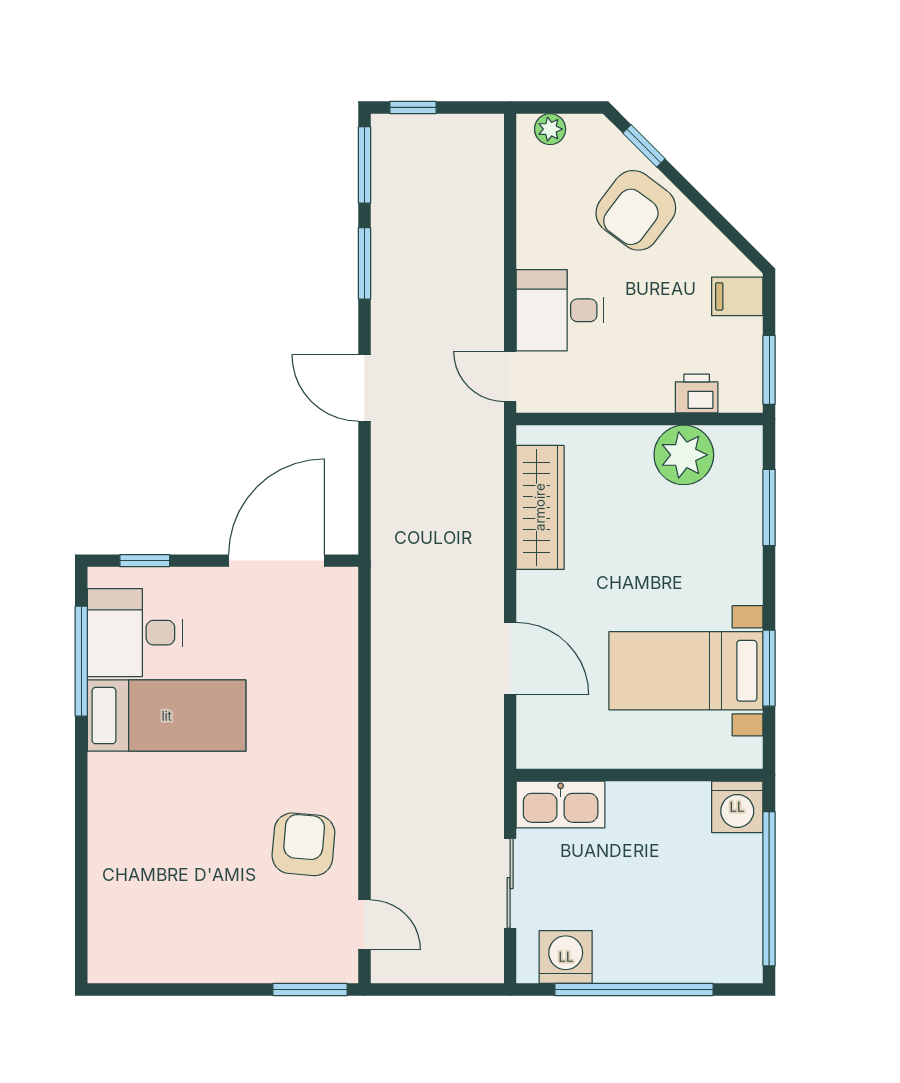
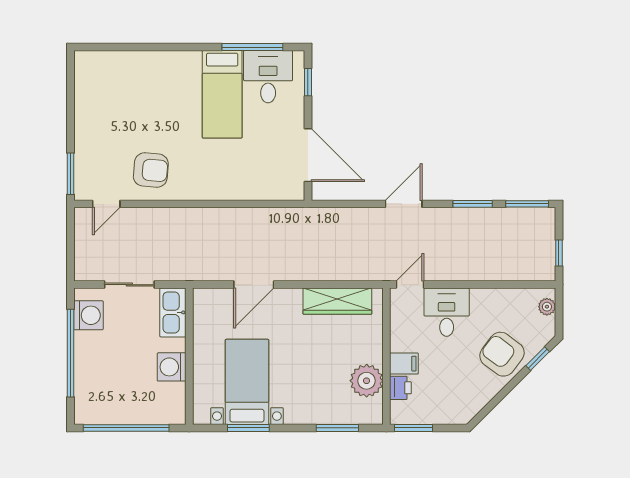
window: (413, 107) -> (559, 253), moved
filing cabinet: (737, 296) -> (404, 364), moved, turned 90
washing machine: (737, 807) -> (172, 367), moved

